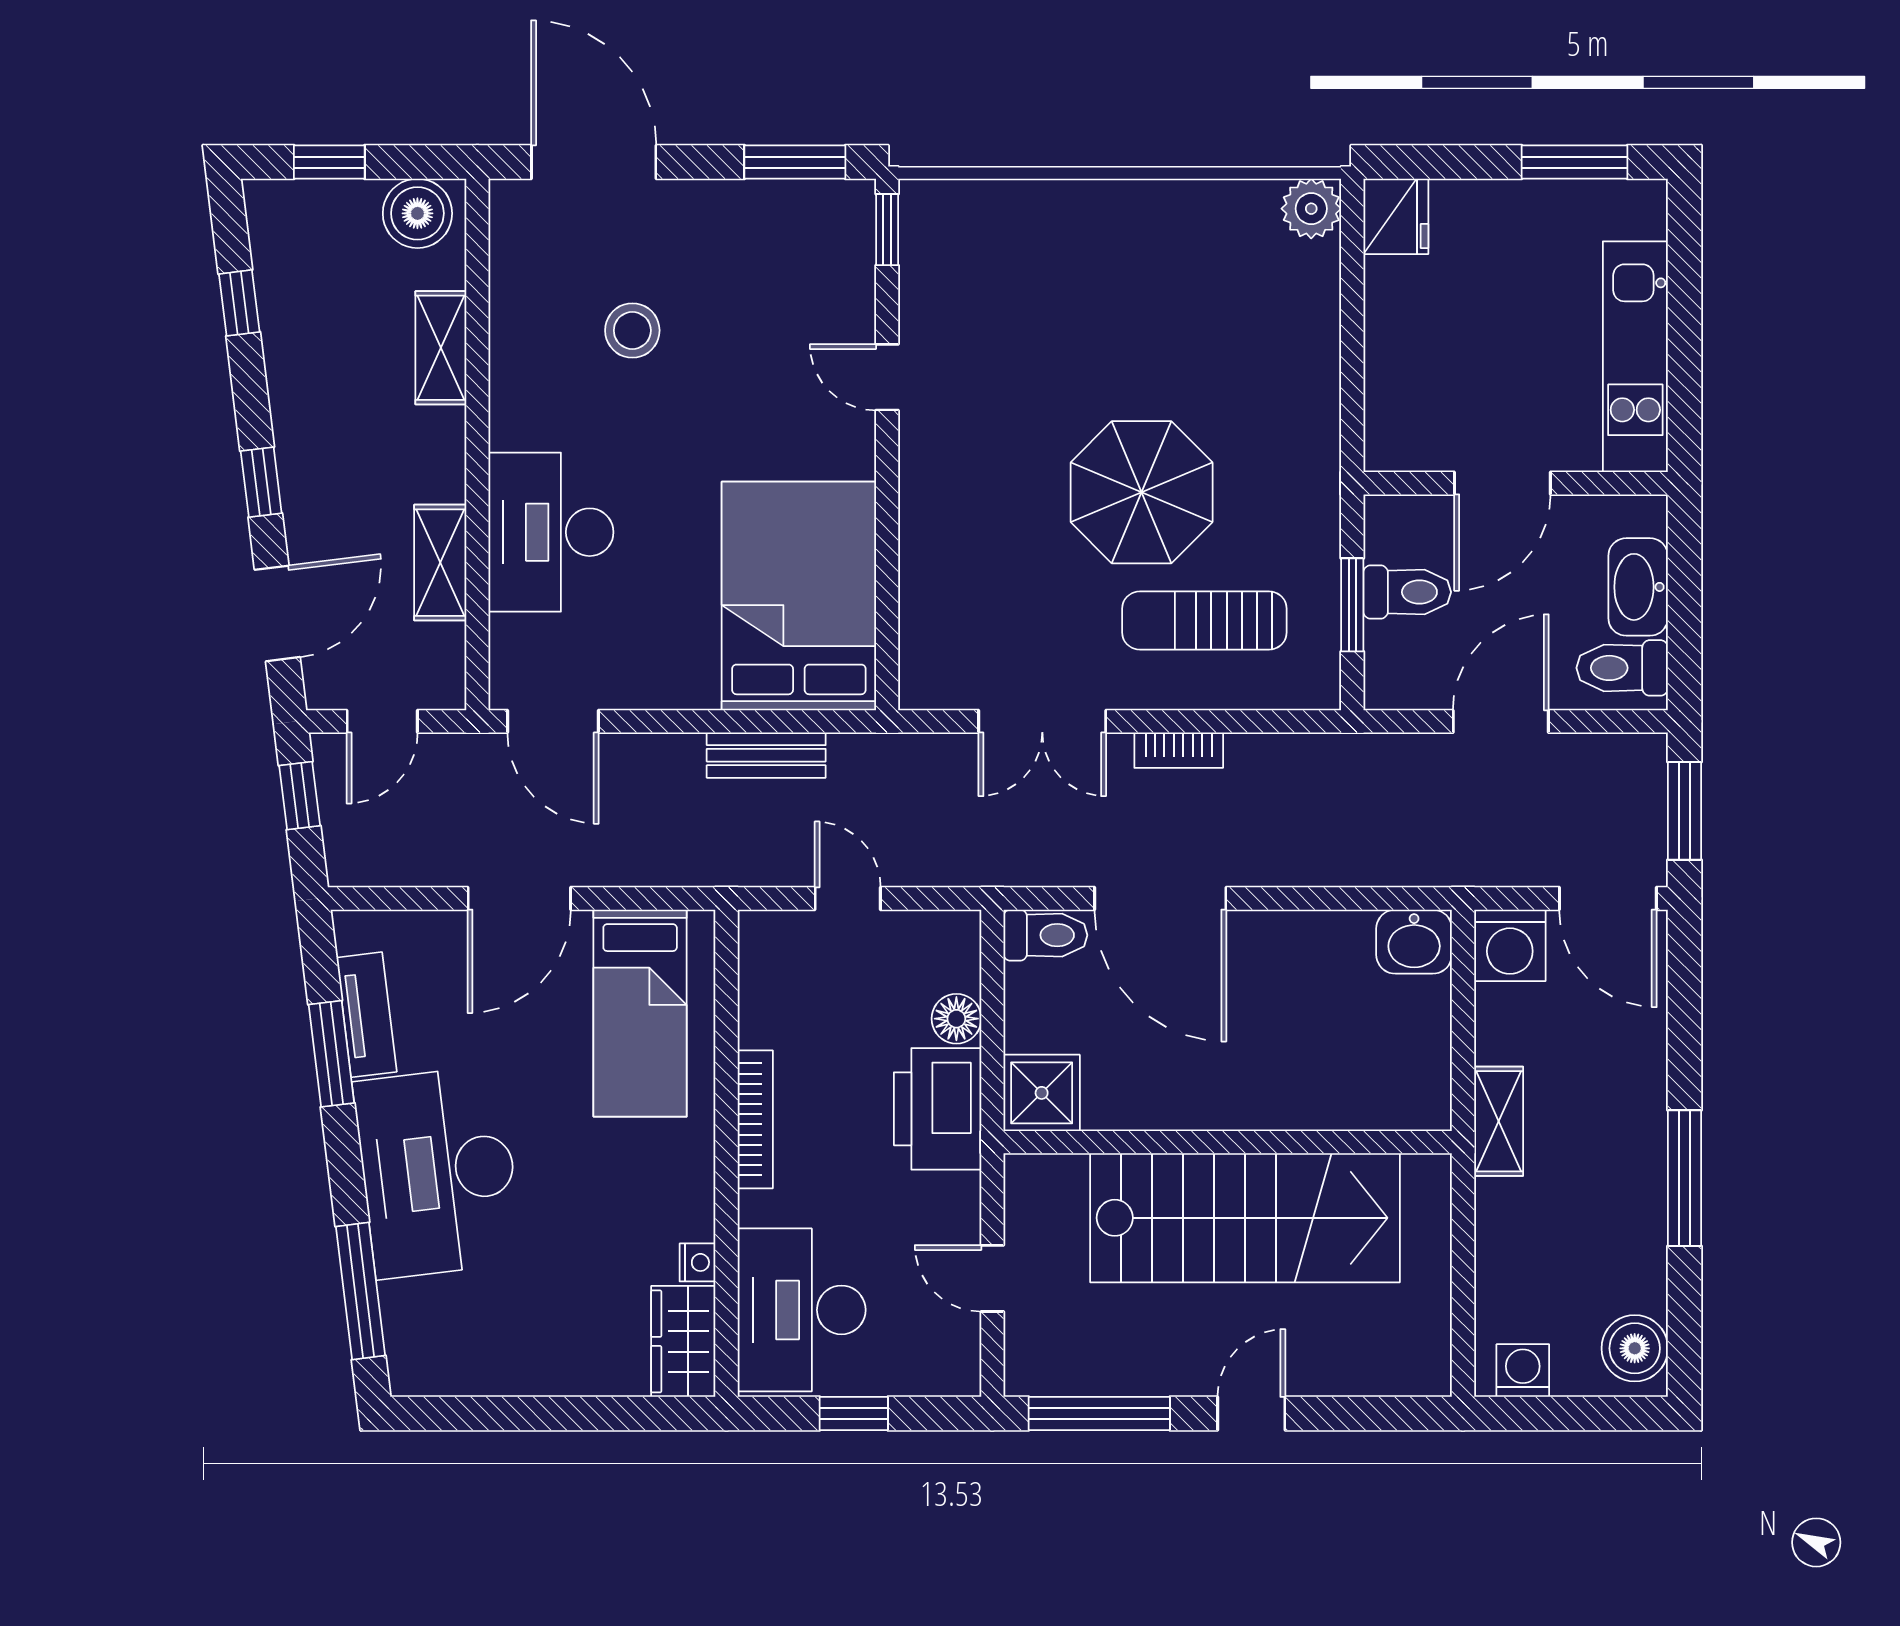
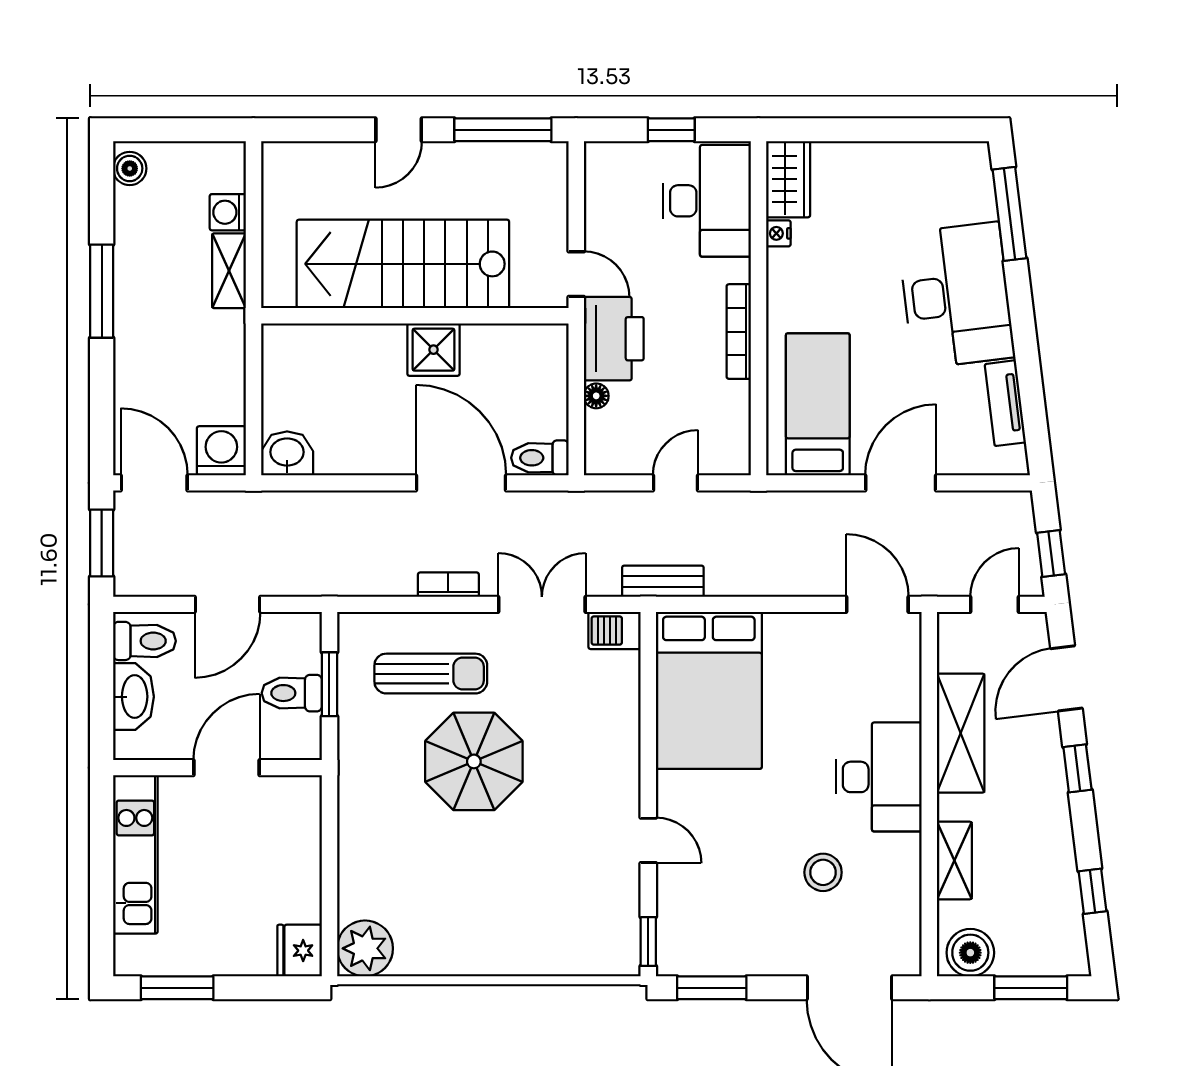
window: (329, 162) -> (1031, 988), width x1.50
plant: (1311, 209) -> (365, 948), width x1.36, depth x1.36
desk: (551, 532) -> (879, 777), moved
shelving: (440, 563) -> (961, 733), width x1.50, depth x1.33
barbecue: (936, 683) -> (615, 631), added
bench: (766, 755) -> (663, 581), moved
door: (848, 899) -> (675, 483), swing flipped
floor lamp: (956, 1019) -> (596, 396), width x0.73, depth x0.73
window: (331, 1054) -> (1029, 377), removed
shower: (1042, 1093) -> (433, 350), moved
shelving: (1499, 1121) -> (229, 271), moved
door: (992, 1278) -> (576, 274), moved
boiler: (1635, 1348) -> (130, 168), width x0.73, depth x0.73
washing machine: (1523, 1371) -> (228, 212), moved, turned 90

